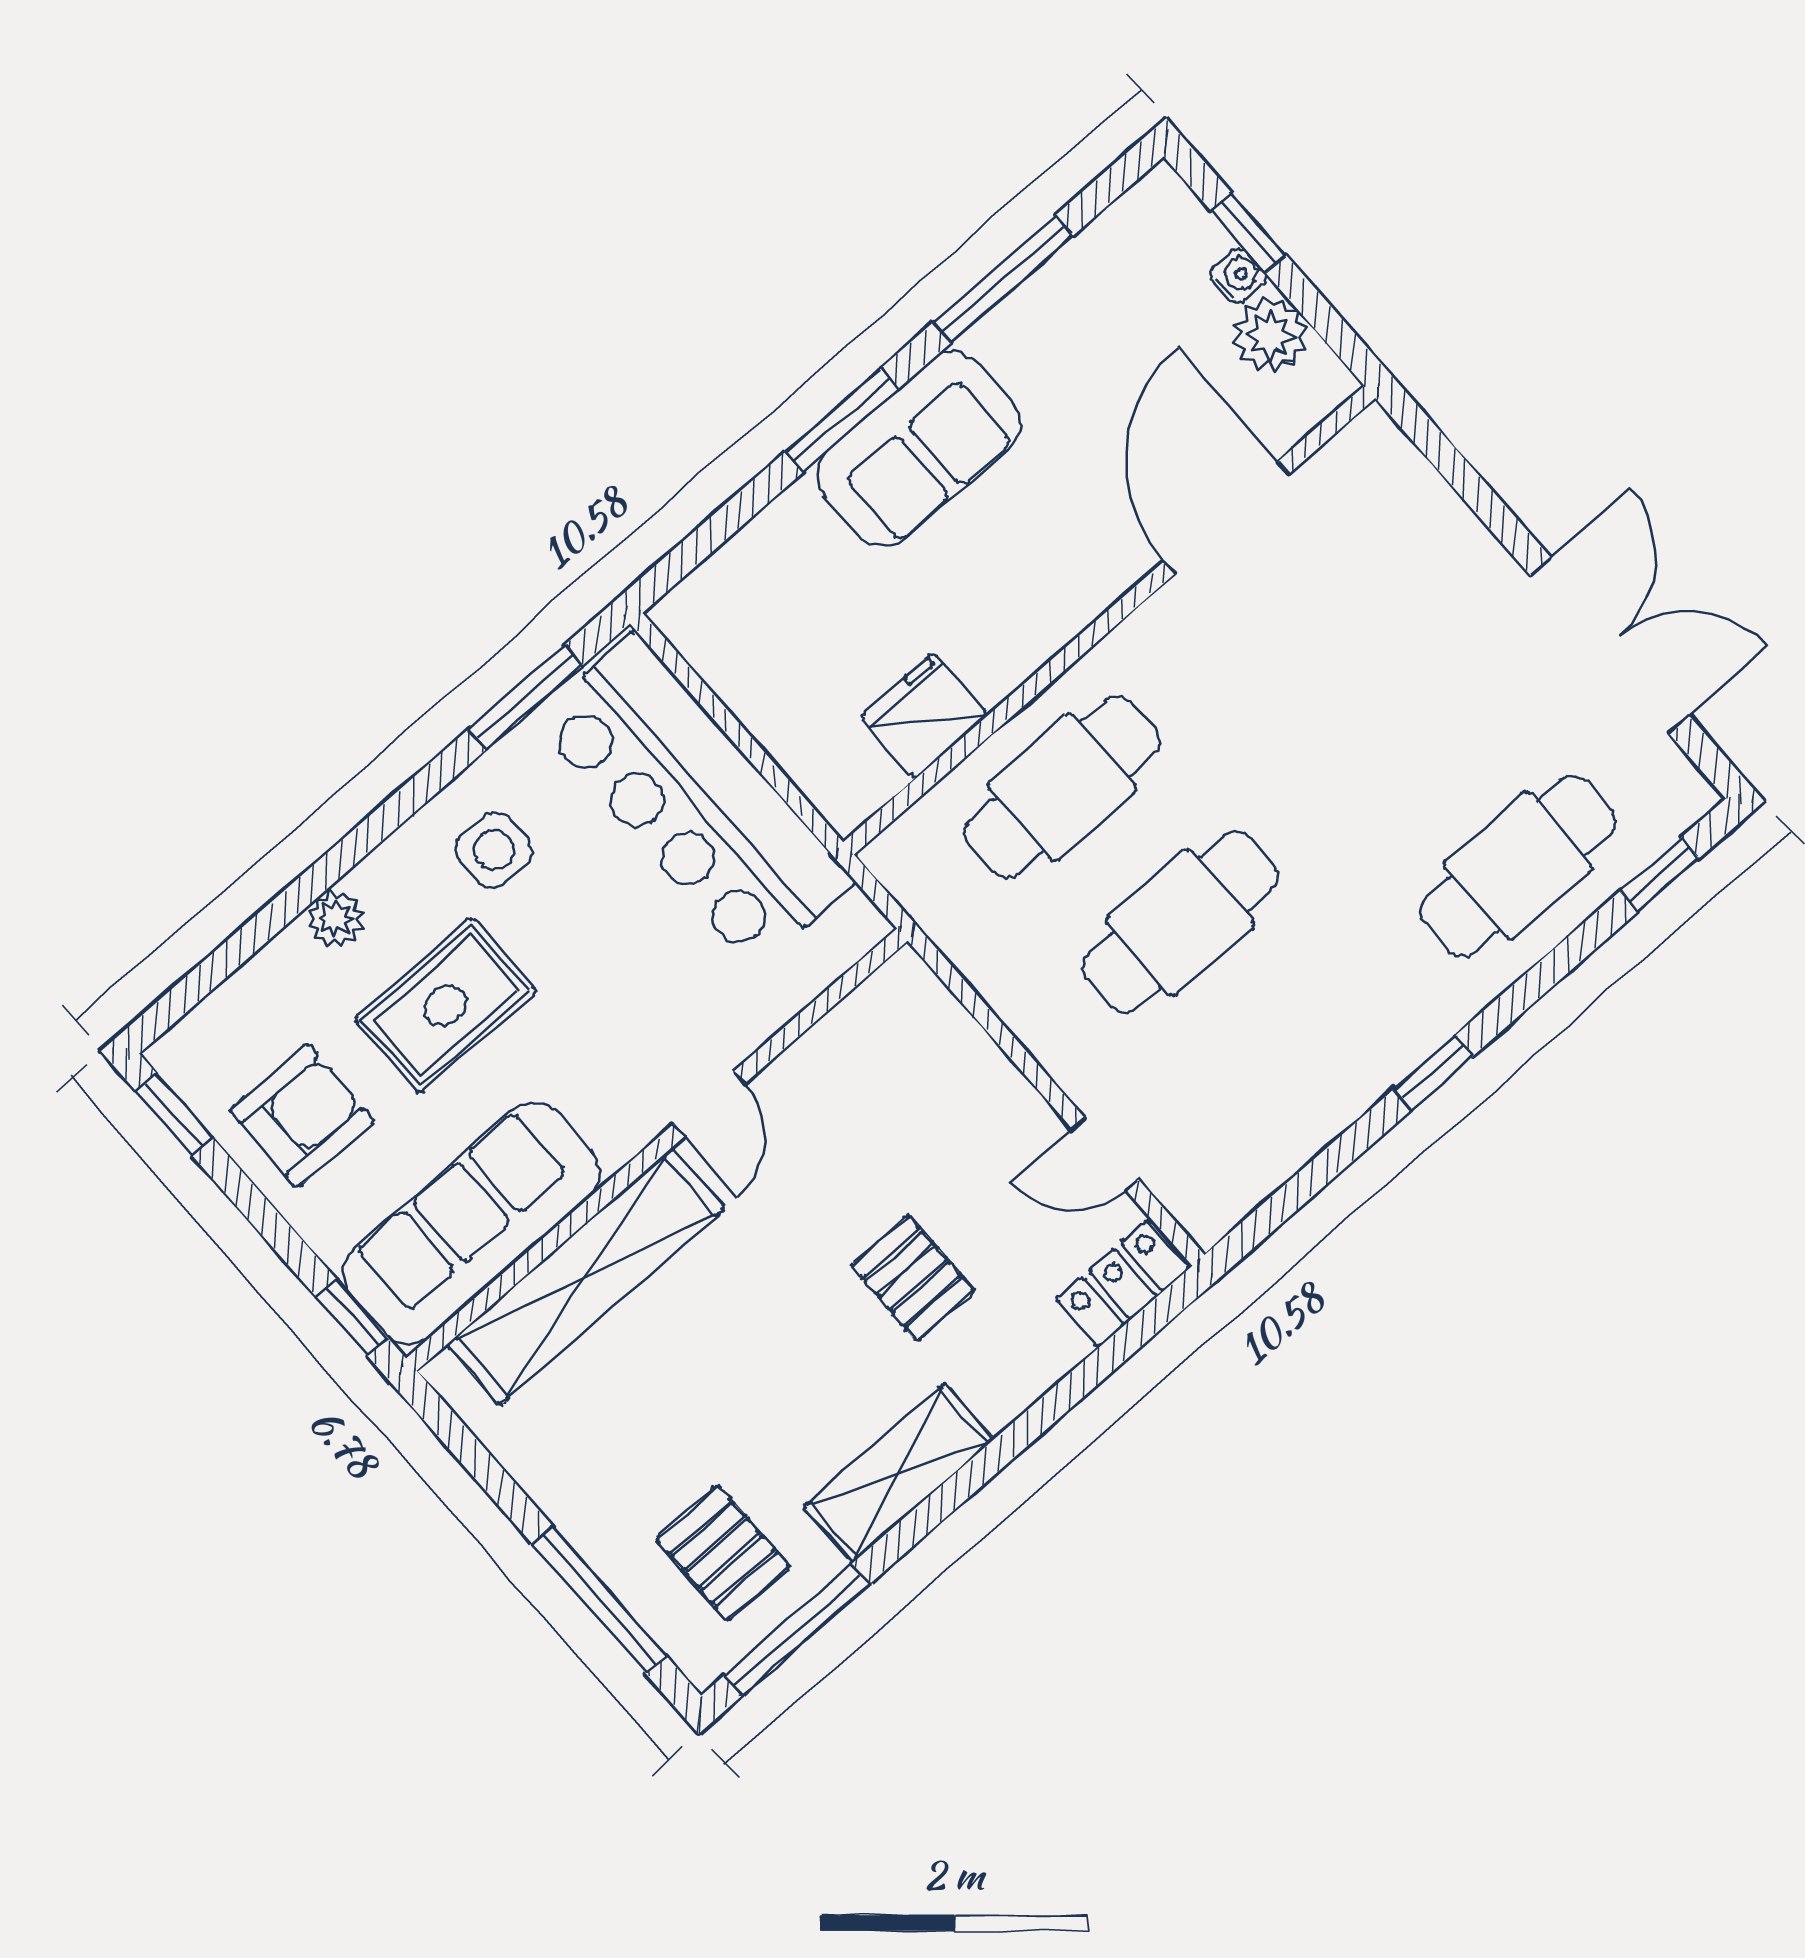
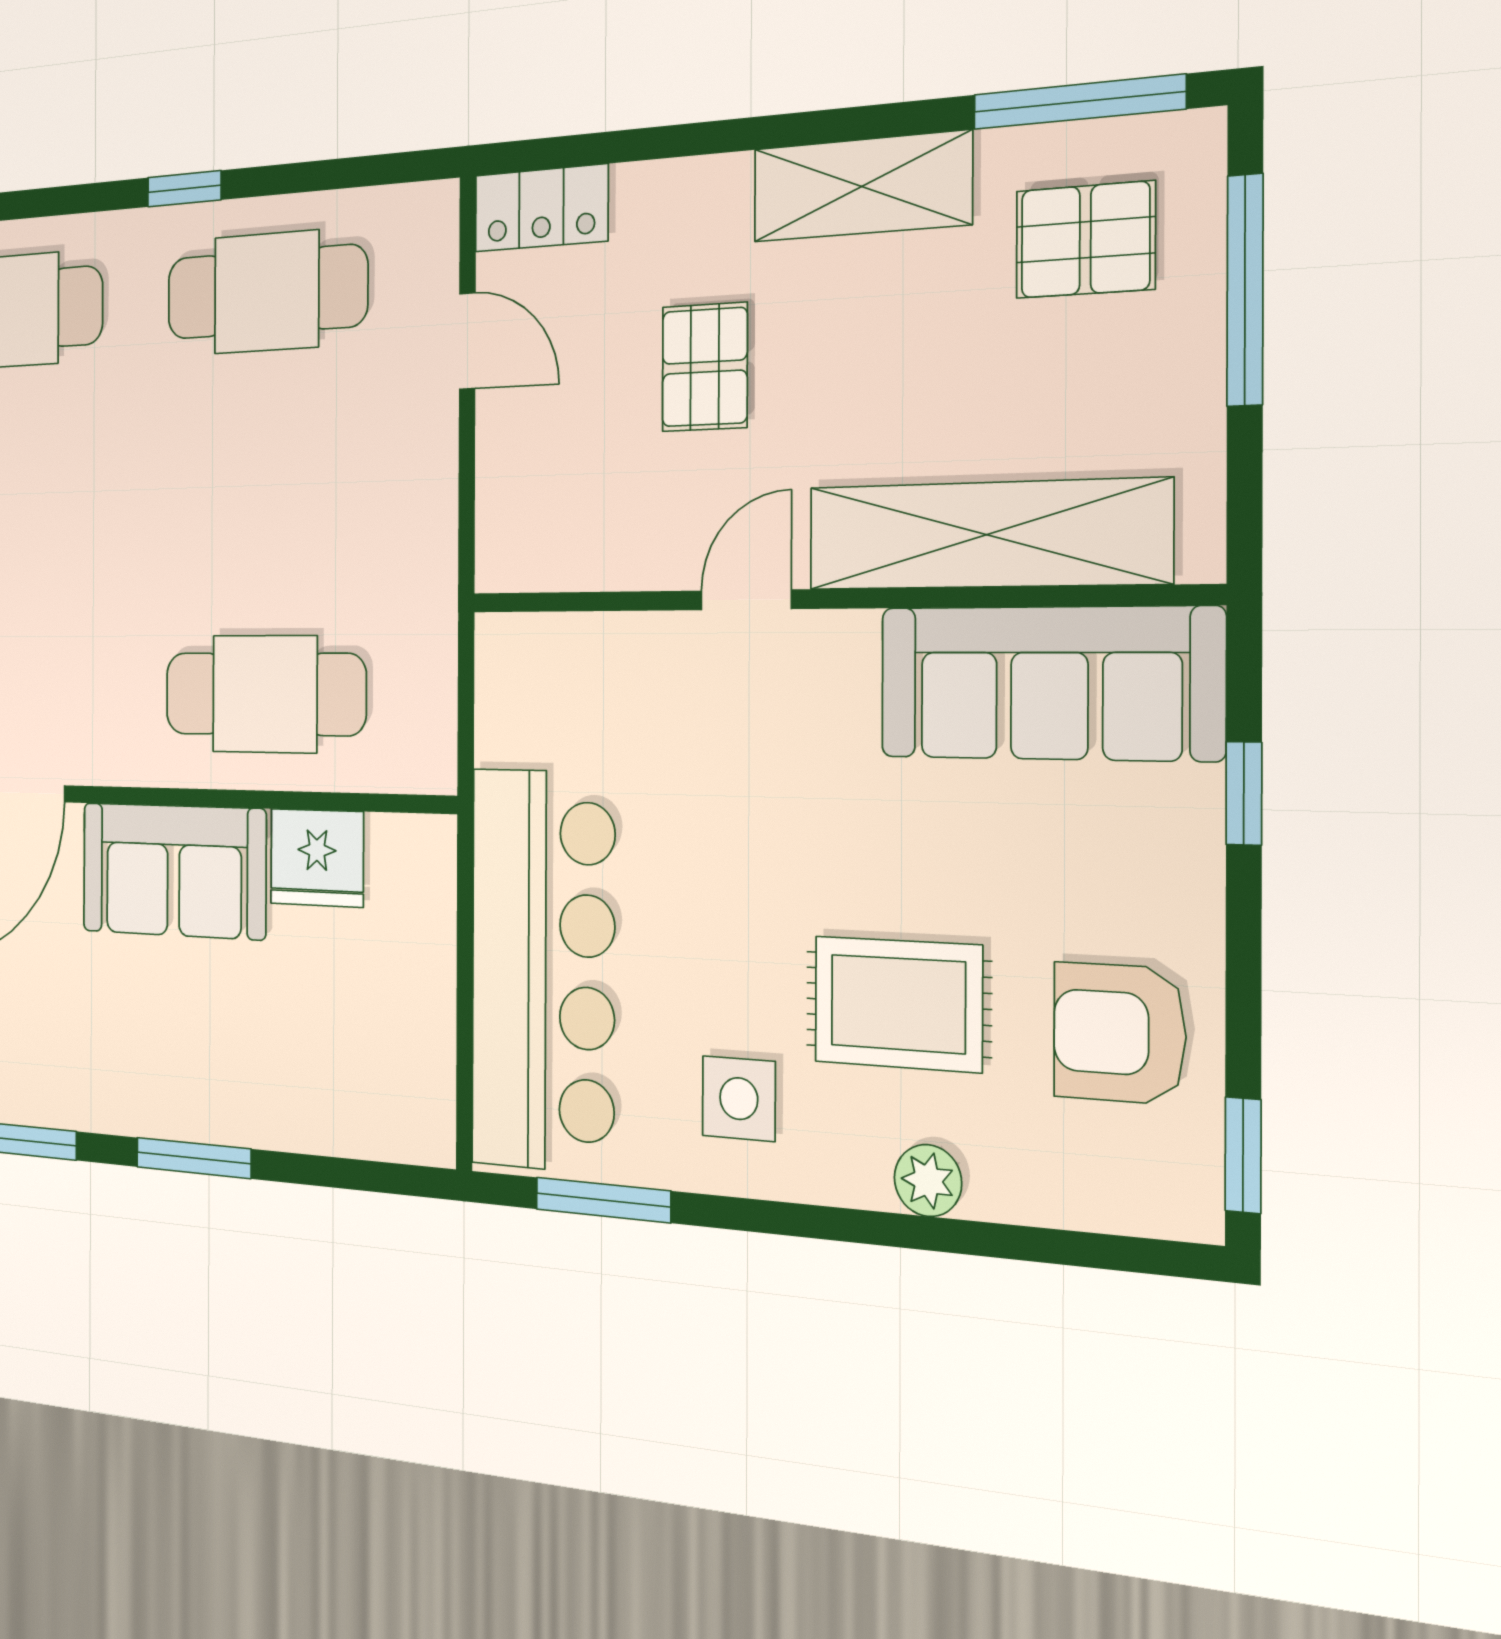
sofa: (919, 449) -> (173, 871), moved, turned 180
cafe table: (1180, 922) -> (266, 292), moved
door: (709, 1104) -> (746, 600), moved
wall: (657, 1150) -> (825, 599), moved
sofa: (471, 1223) -> (1049, 683), moved
shelving: (586, 1277) -> (987, 535), moved
pallet: (723, 1553) -> (1085, 240), turned 90

